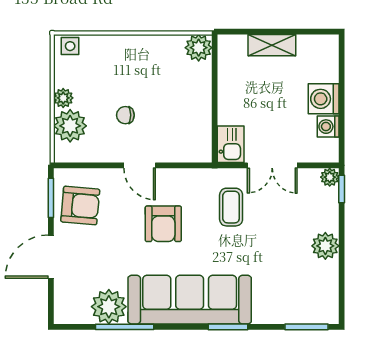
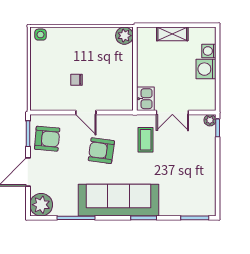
plant: (63, 98) -> (36, 68), removed
plant: (70, 126) -> (40, 87), removed
washing machine: (328, 127) -> (209, 51), moved
armchair: (163, 224) -> (101, 151), turned 98
plant: (325, 246) -> (207, 165), removed
plant: (109, 307) -> (41, 205), moved

